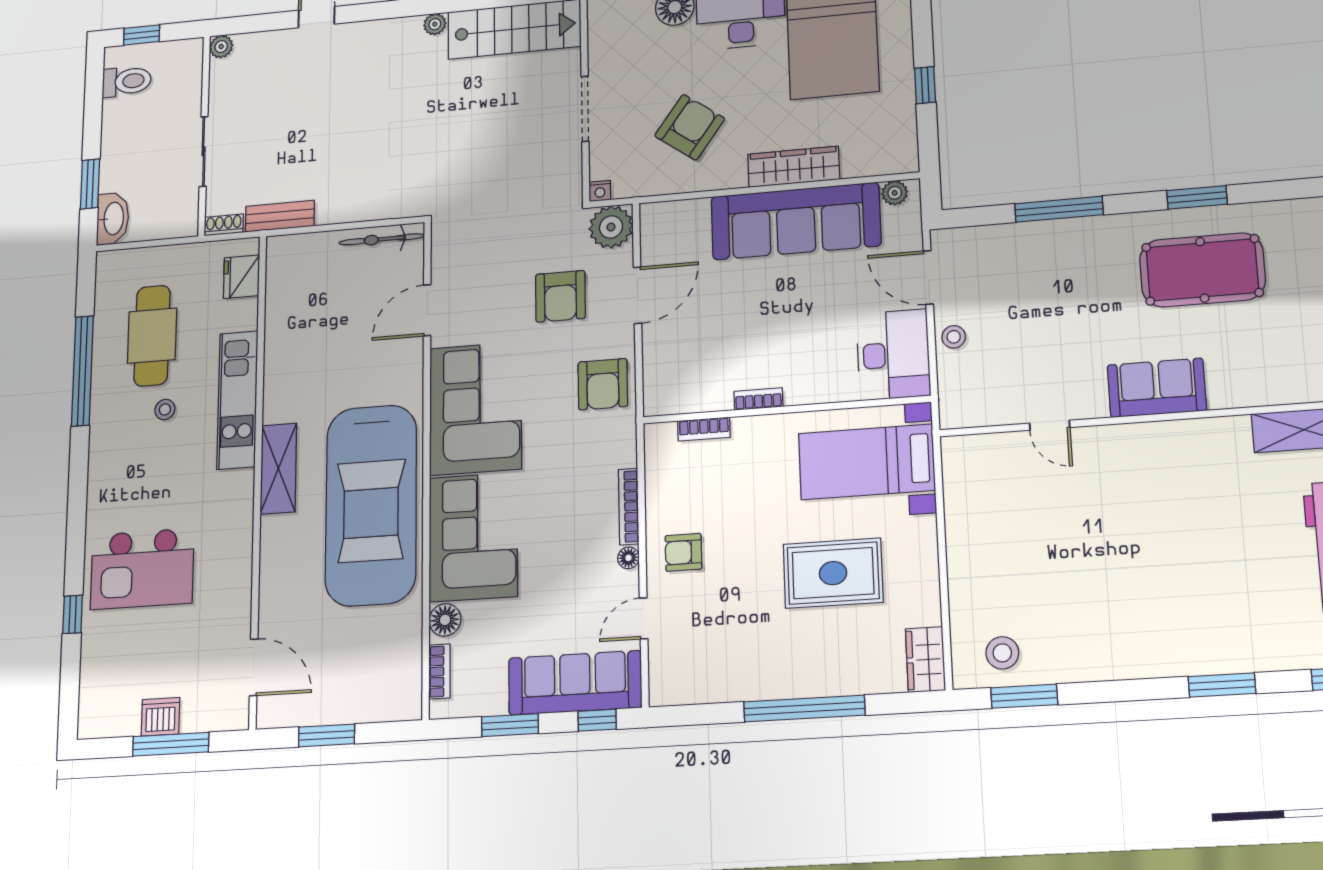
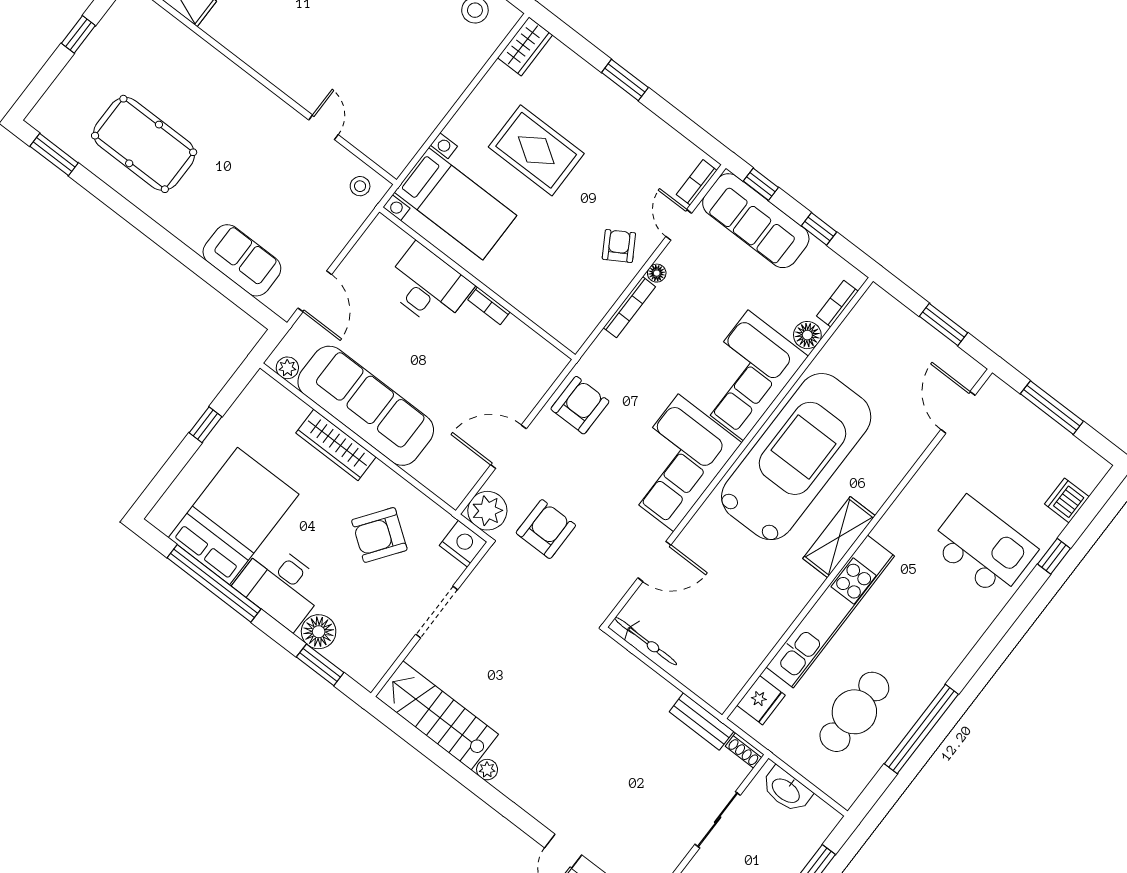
nightstand: (600, 191) -> (463, 544), width x1.89, depth x1.79
window: (1197, 197) -> (54, 155), moved
window: (1059, 209) -> (195, 263), removed
washbasin: (113, 219) -> (786, 790), moved, turned -90
armchair: (560, 296) -> (546, 529), moved
stool: (954, 337) -> (360, 186), moved
desk: (893, 355) -> (428, 286), moved, turned 90
sofa: (1157, 388) -> (242, 260), moved, turned 180
kitchen unit: (237, 400) -> (830, 612), width x1.36
stool: (165, 409) -> (885, 649), removed
bookcase: (704, 429) -> (697, 182), moved, turned -90
armchair: (683, 552) -> (619, 246), turned -121
door: (644, 618) -> (679, 225), swing flipped
window: (804, 709) -> (625, 80), width x0.47
dishwasher: (160, 717) -> (1067, 500), moved, turned 90
window: (510, 725) -> (819, 229), width x0.67

